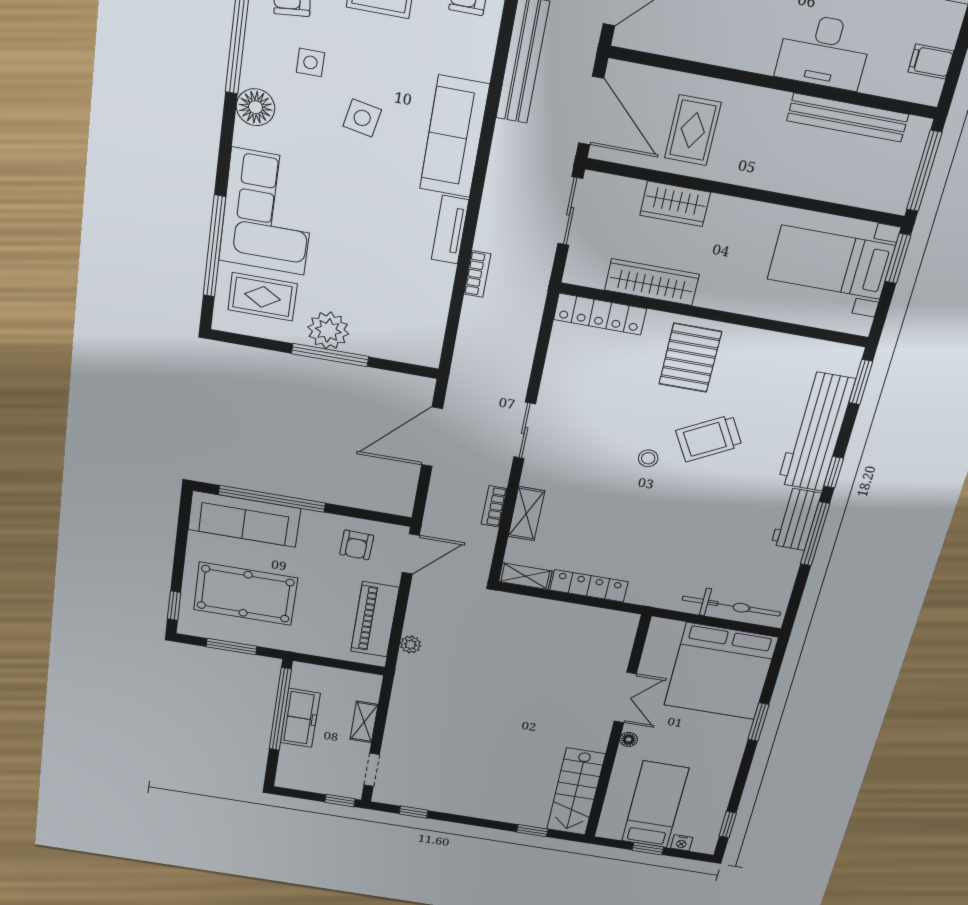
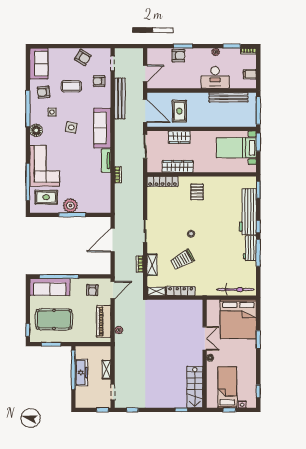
pallet: (690, 358) -> (197, 192), width x0.67, depth x0.71
trolley: (709, 438) -> (182, 260), moved

